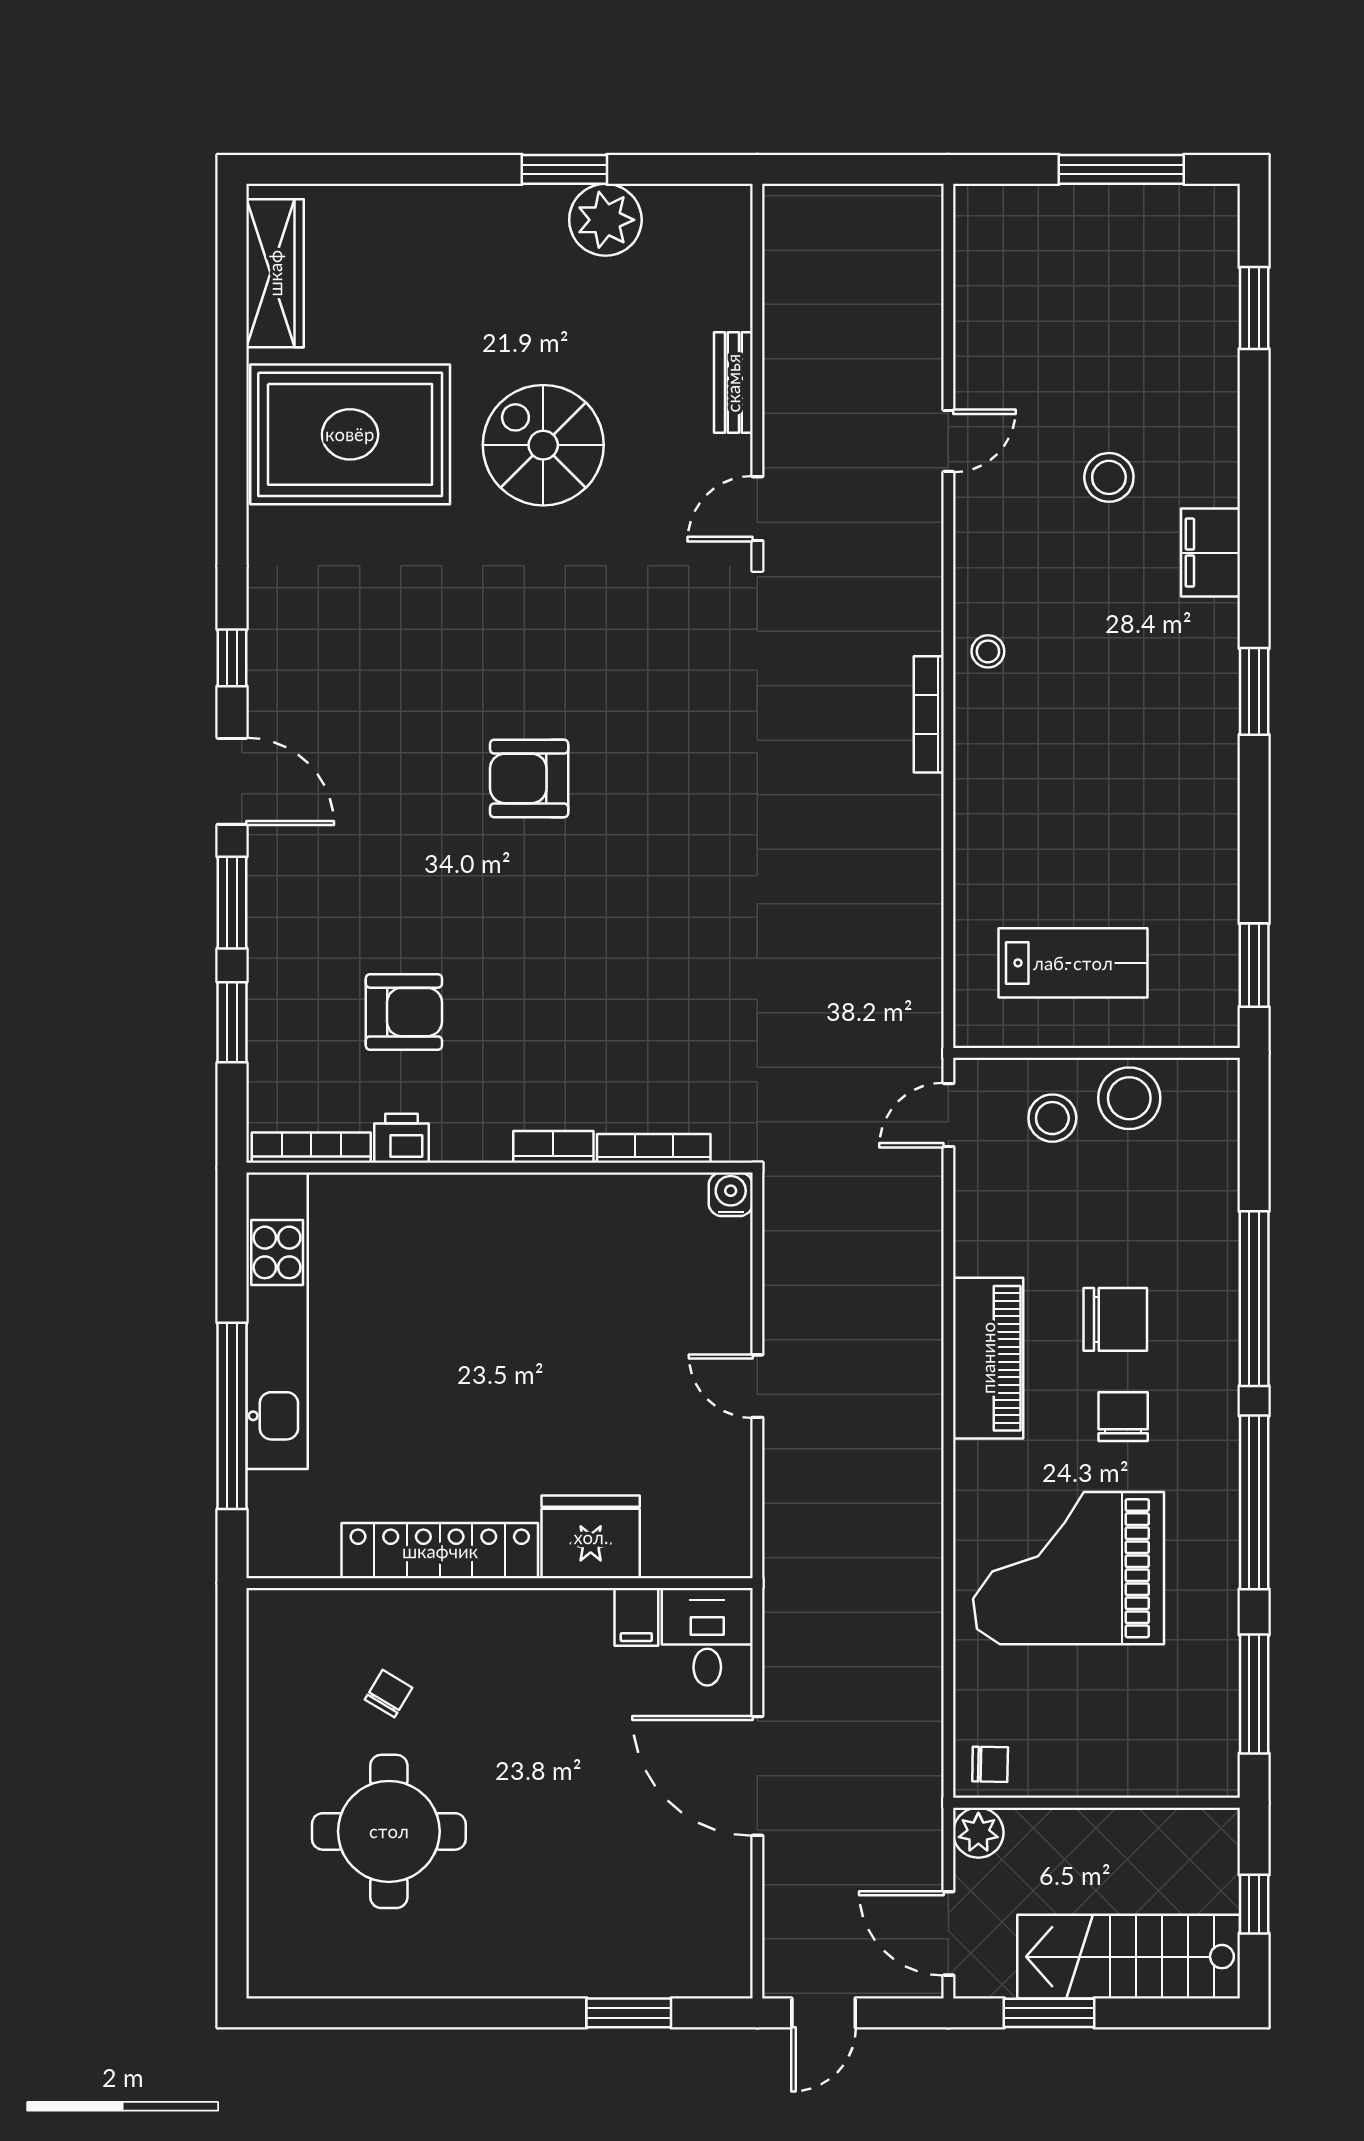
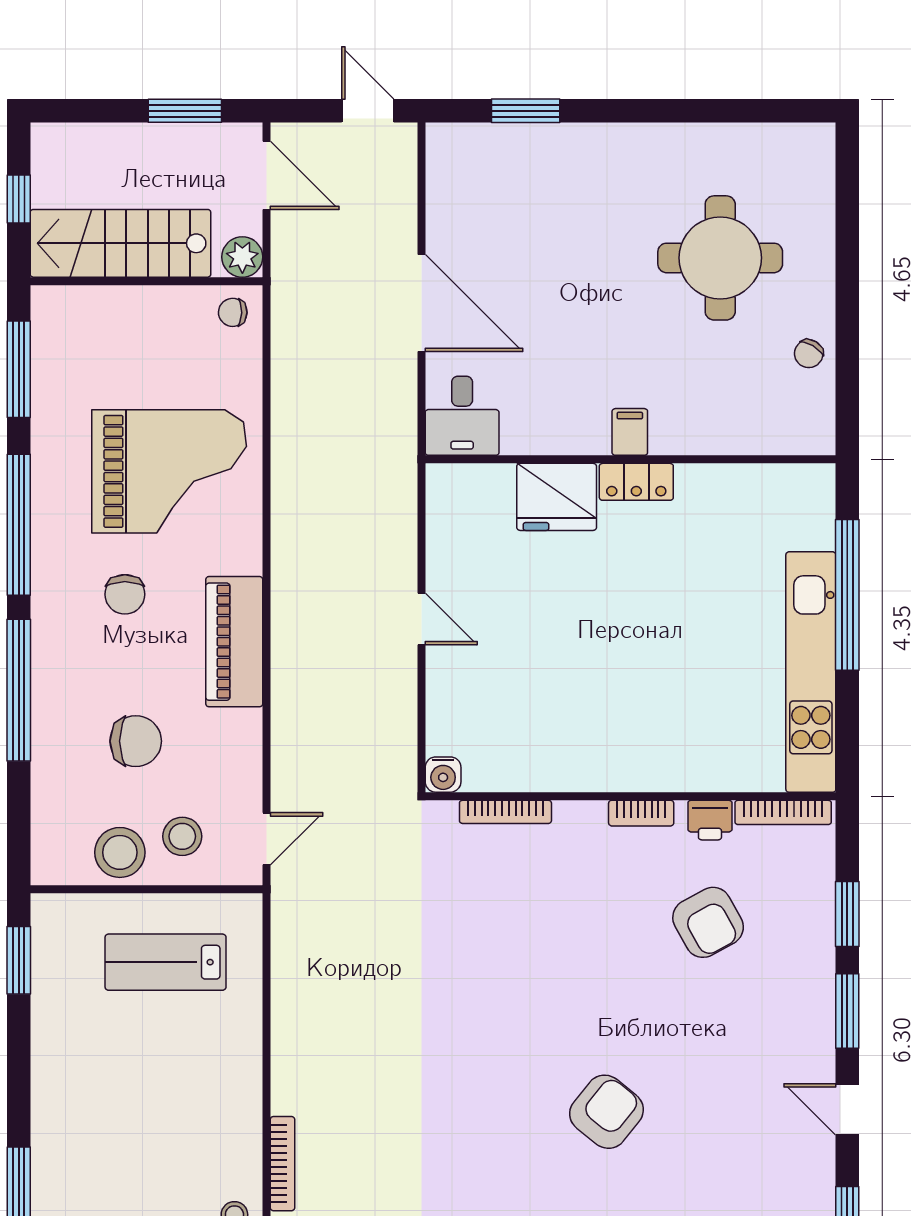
armchair: (529, 778) -> (606, 1112), turned -51
door: (232, 781) -> (847, 1109), width x0.73
armchair: (404, 1012) -> (708, 922), turned -119
bookcase: (553, 1147) -> (641, 813), moved
chair: (1115, 1319) -> (136, 741), moved, turned 180
locker: (440, 1551) -> (636, 482), width x0.46, depth x0.83
filing cabinet: (636, 1617) -> (630, 432), moved
chair: (389, 1694) -> (809, 354), moved
stairs: (1129, 1957) -> (120, 243), moved, turned 180
door: (824, 2013) -> (368, 111), hinge flipped

